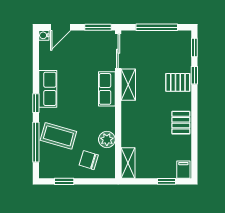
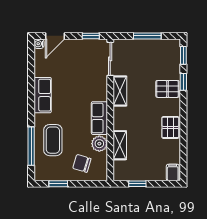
window: (98, 27) -> (91, 36), width x0.67
window: (157, 27) -> (147, 36), width x0.69
row of seats: (107, 89) -> (99, 118), moved
window: (36, 103) -> (31, 109), removed
coffee table: (58, 136) -> (53, 140), turned 74
shelving: (128, 163) -> (120, 145), moved
window: (166, 181) -> (137, 184), moved

